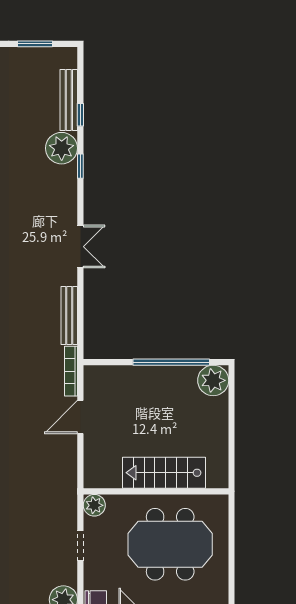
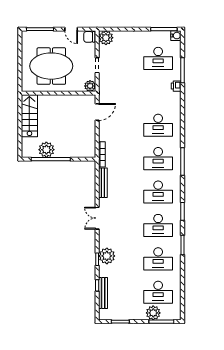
plant: (62, 148) -> (107, 256), moved
plant: (213, 380) -> (46, 150), moved
door: (80, 417) -> (97, 112), moved
stairs: (164, 473) -> (29, 116), moved, turned -90

